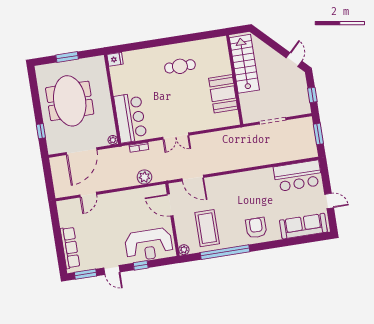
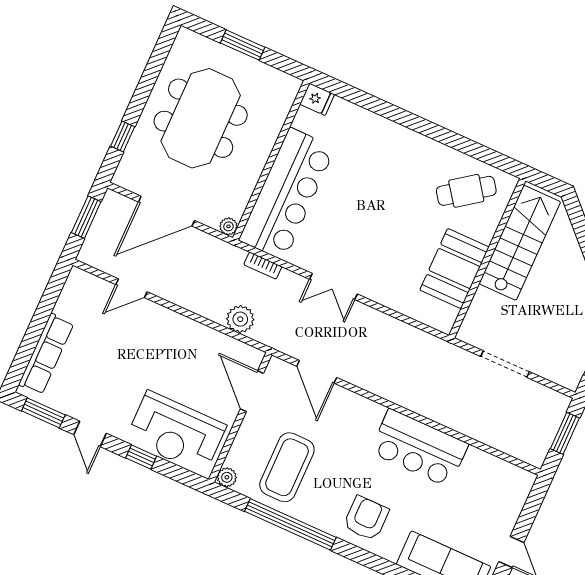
cafe table: (180, 66) -> (466, 191), moved, turned -36
bar counter: (130, 118) -> (287, 194), width x1.36
bar counter: (298, 176) -> (419, 448), moved
window: (48, 177) -> (86, 217), added

